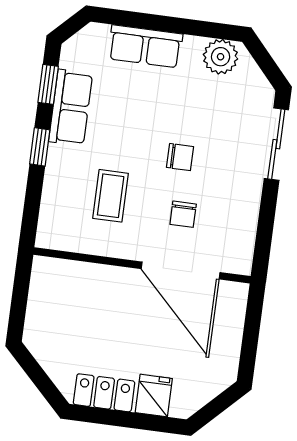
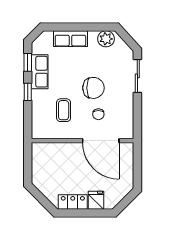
chair: (180, 157) -> (93, 88), width x1.87, depth x1.87

